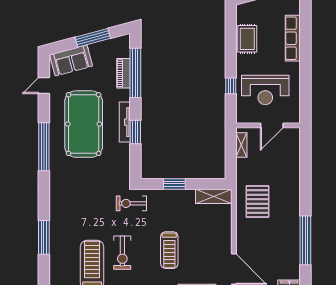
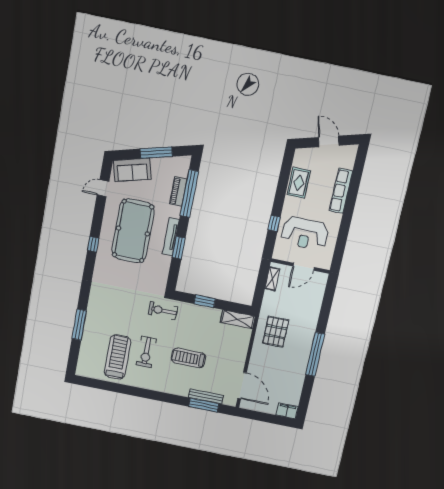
window: (44, 147) -> (93, 244), width x0.32
window: (305, 240) -> (315, 354), moved
treadmill: (169, 250) -> (188, 358), turned 90

